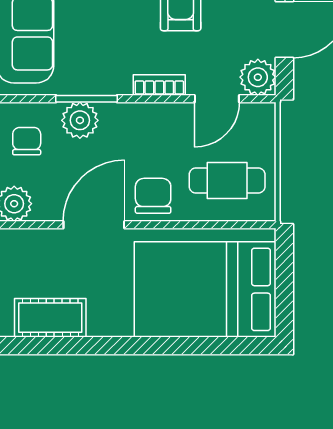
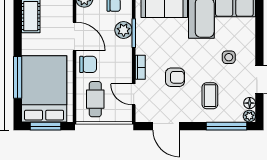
plant: (258, 77) -> (144, 114), removed
window: (284, 286) -> (46, 126), added
window: (181, 346) -> (18, 77), added

